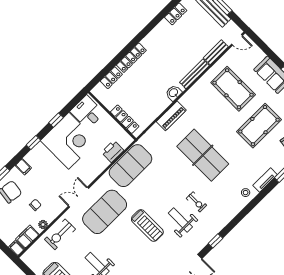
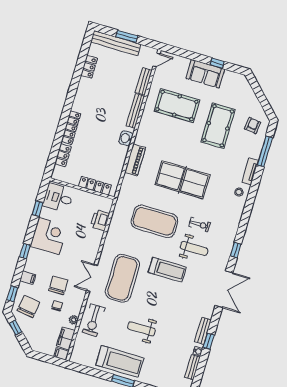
window: (56, 120) -> (38, 209), moved
corner desk: (69, 141) -> (49, 236), width x0.74, depth x0.74
exercise mat: (130, 166) -> (154, 221), moved, turned 90
chair: (46, 188) -> (58, 285), added
weight bench: (180, 220) -> (194, 248), turned 180

